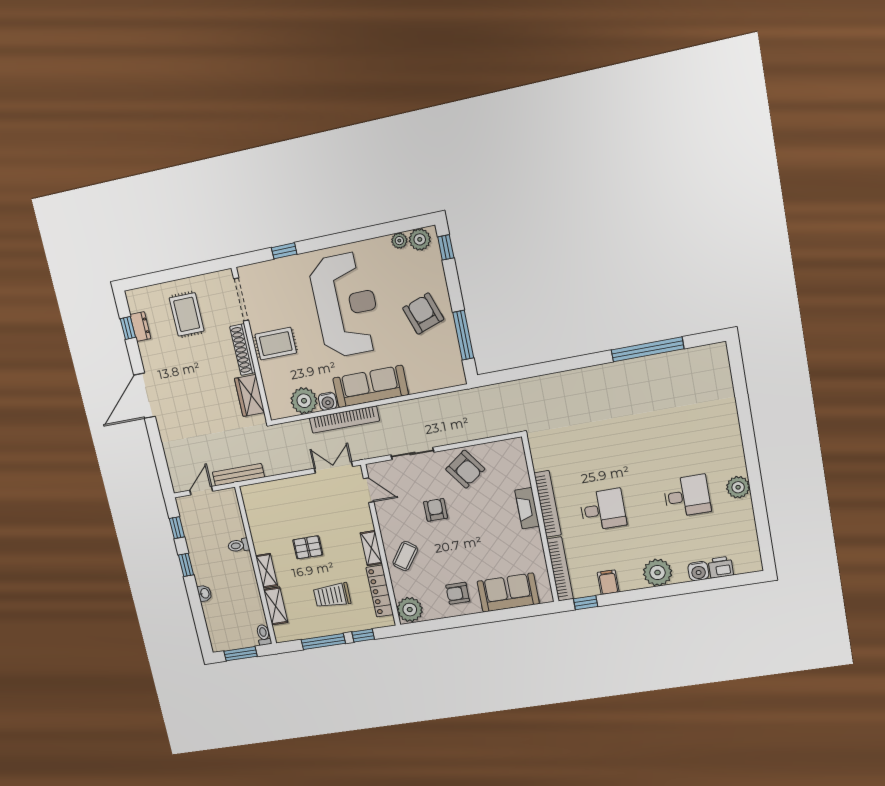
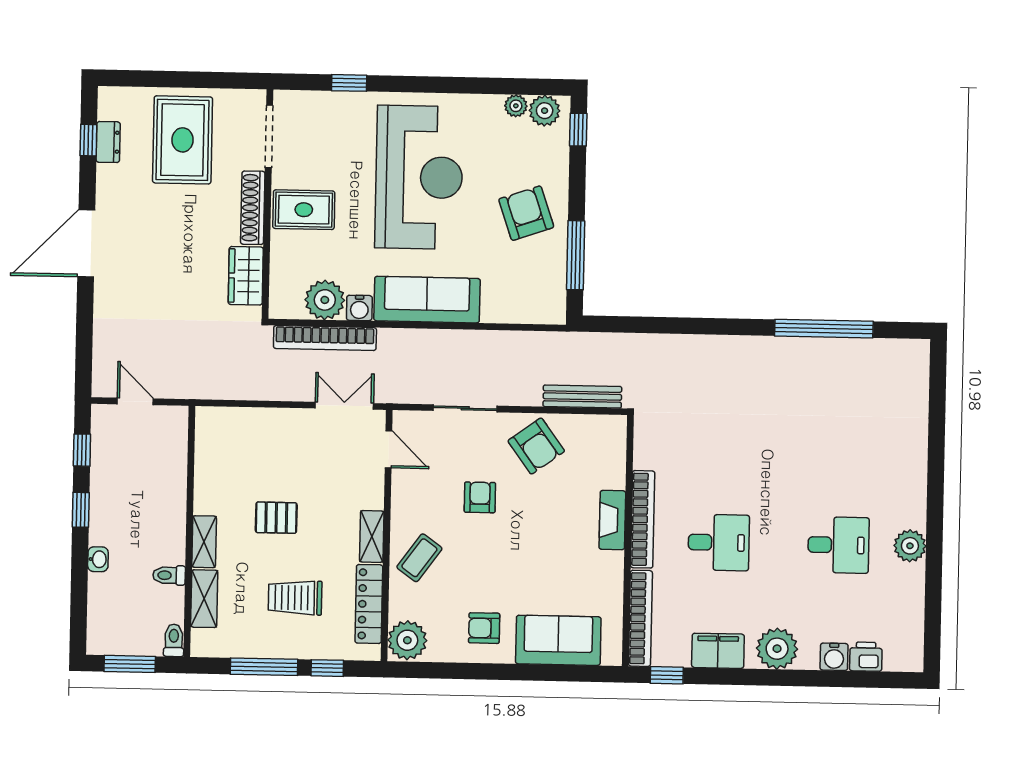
rug: (187, 314) -> (183, 140), width x1.36, depth x1.43
bookcase: (344, 419) -> (325, 338), moved
bench: (238, 475) -> (582, 397), moved
door: (201, 491) -> (135, 401), hinge flipped
toilet: (239, 545) -> (169, 575), moved
filing cabinet: (608, 582) -> (718, 651), width x2.00

